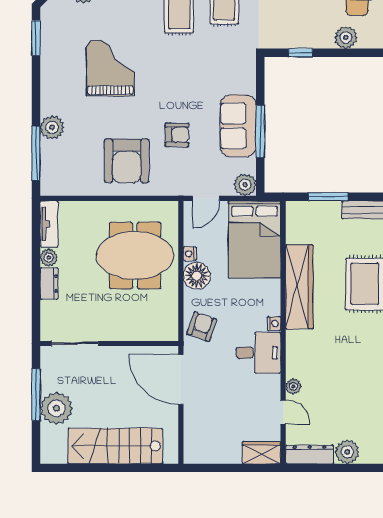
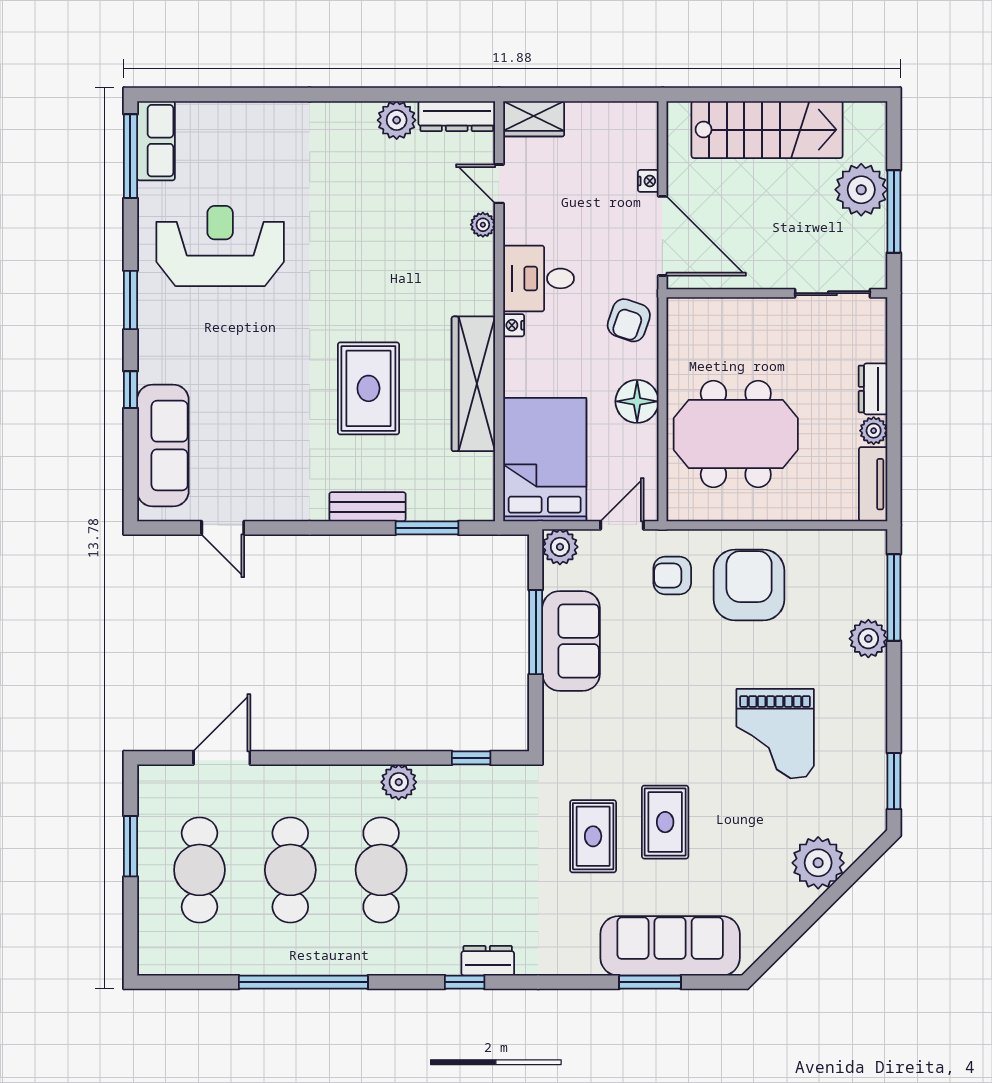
armchair: (177, 135) -> (672, 576), moved
nightstand: (190, 254) -> (648, 181), moved

